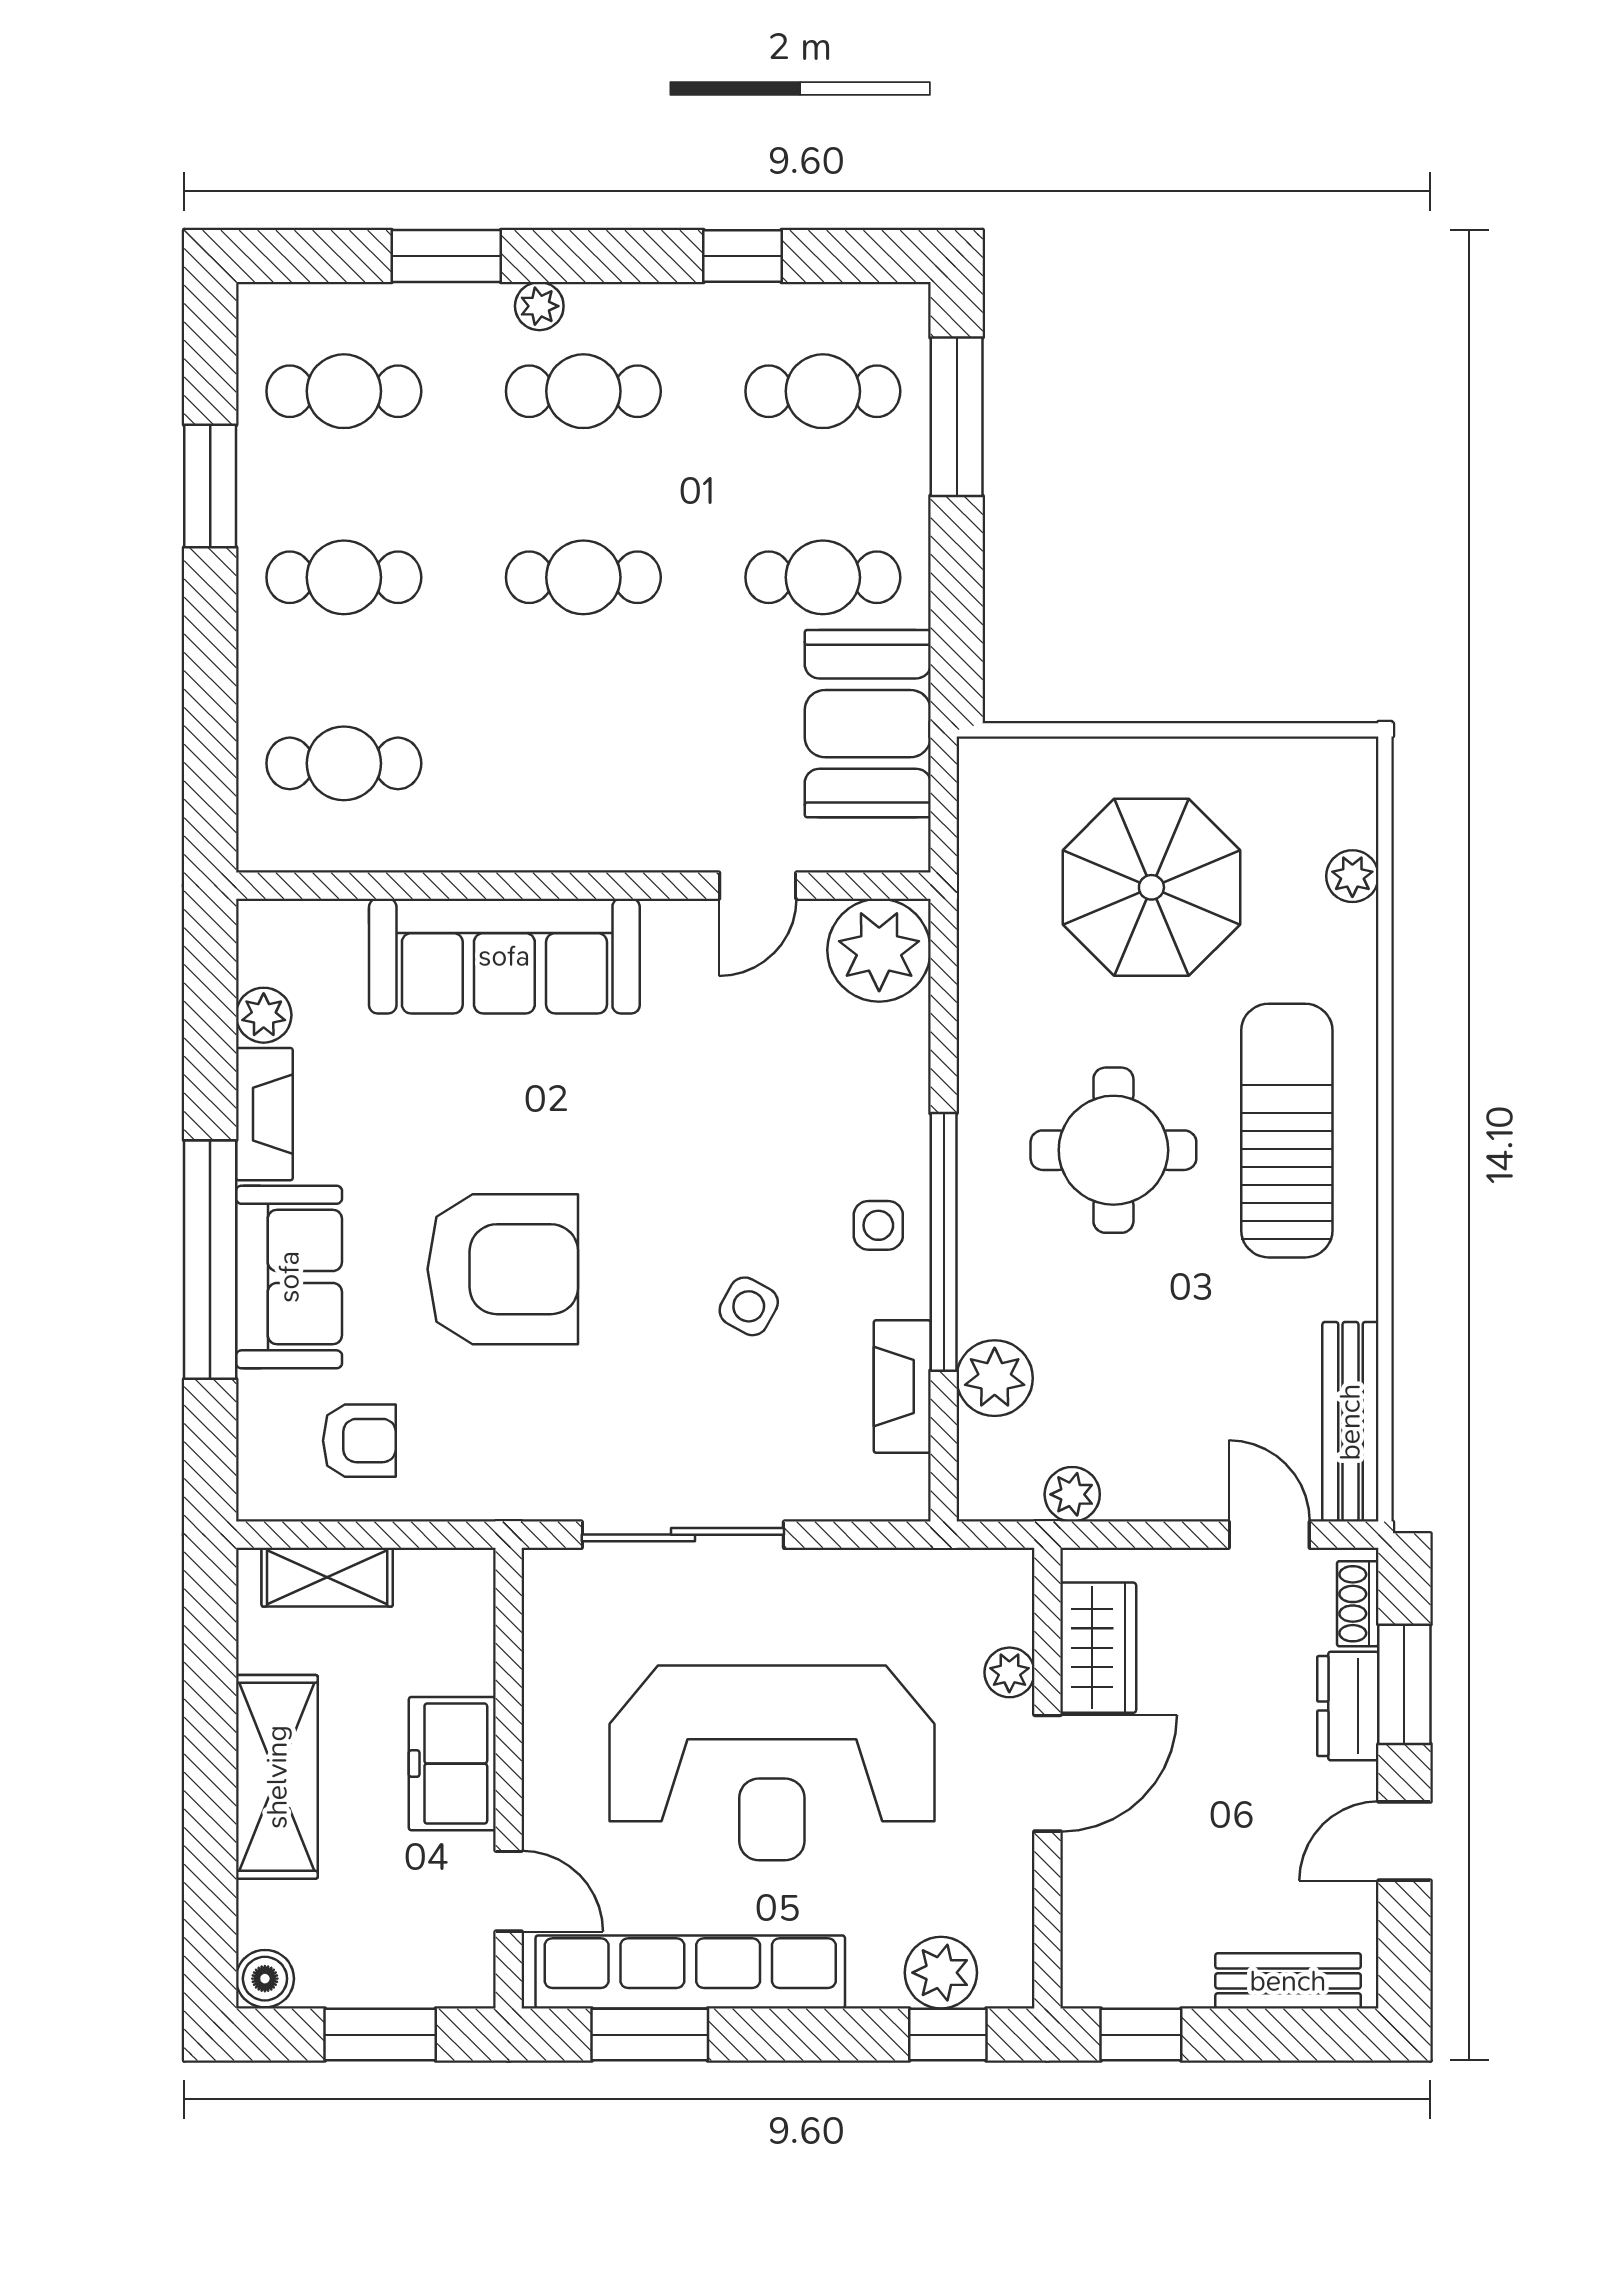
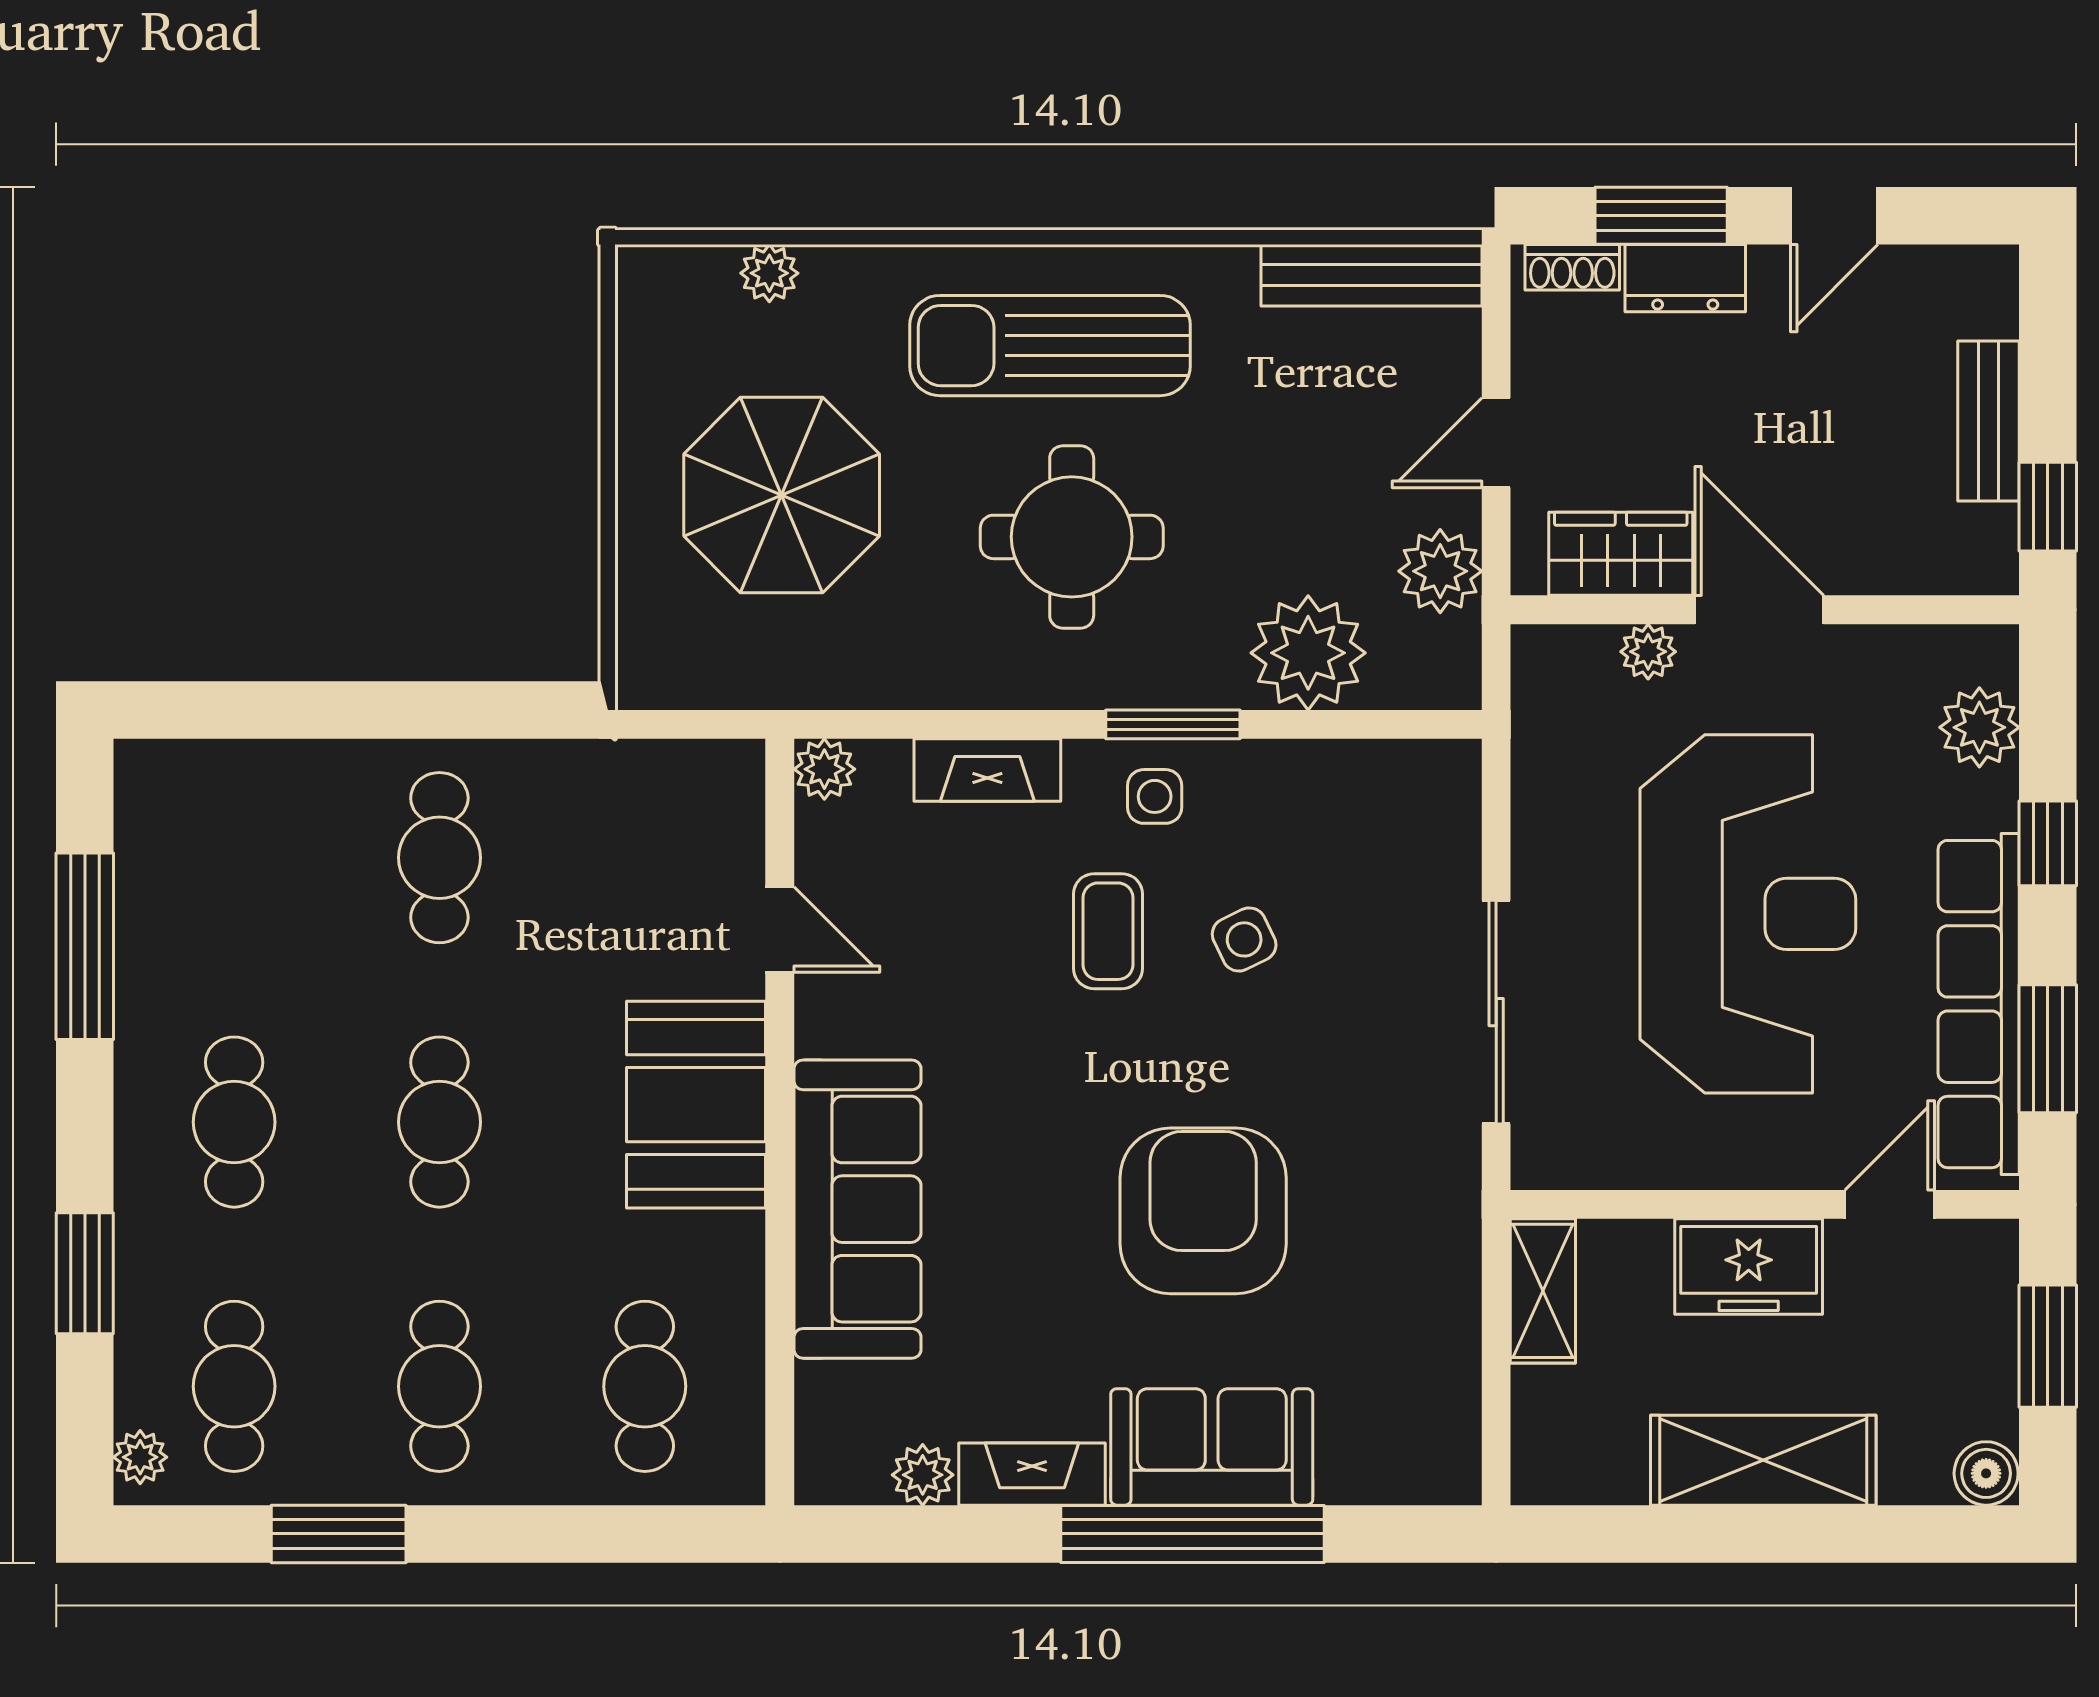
window: (742, 256) -> (85, 946), width x2.17
plant: (539, 306) -> (140, 1457), moved
cafe table: (823, 391) -> (234, 858), removed
window: (957, 417) -> (262, 710), removed
booth: (868, 724) -> (696, 1105), moved, turned 90
plant: (879, 950) -> (824, 769), width x0.53, depth x0.53
coffee table: (756, 1183) -> (1108, 931), added
window: (944, 1242) -> (1173, 724), width x0.47
side table: (749, 1306) -> (1244, 939), turned 35
plant: (995, 1378) -> (1308, 653), width x1.36, depth x1.36
fireplace: (902, 1387) -> (987, 770), moved
armchair: (359, 1441) -> (1392, 1369), removed
plant: (1072, 1494) -> (1440, 571), width x1.38, depth x1.38
door: (1269, 1535) -> (1496, 443), moved
shelving: (327, 1577) -> (1543, 1291), moved
door: (1404, 1841) -> (1834, 216), hinge flipped
bench: (1288, 1981) -> (1988, 421), moved
window: (948, 2035) -> (2048, 843), moved

